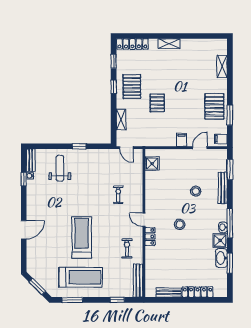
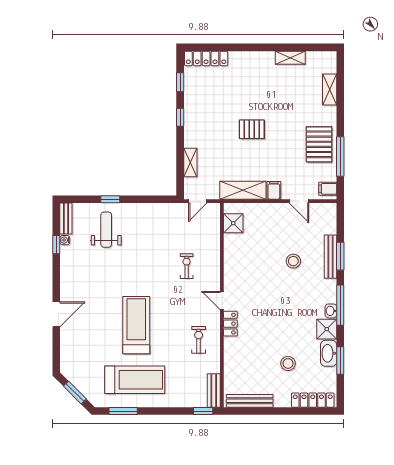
shelving: (169, 43) -> (290, 58), moved
pallet: (132, 87) -> (205, 117), removed
pallet: (157, 103) -> (252, 129), moved, turned 90
window: (230, 115) -> (340, 156), width x1.44
shelving: (159, 140) -> (243, 190), added
window: (79, 146) -> (110, 199), moved
door: (126, 148) -> (198, 201), hinge flipped
door: (200, 148) -> (299, 201), swing flipped
window: (230, 169) -> (340, 256), moved
stool: (180, 224) -> (288, 363), moved
bench: (138, 281) -> (214, 390), width x0.73
locker: (198, 292) -> (313, 400), moved
bench: (168, 293) -> (250, 401), width x1.36
window: (117, 300) -> (203, 411), moved

